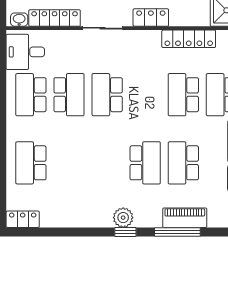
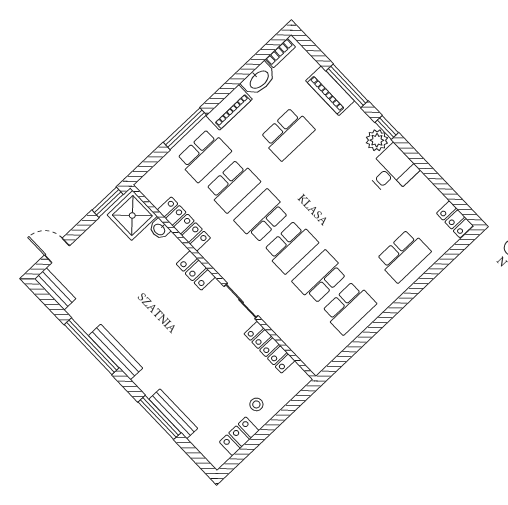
washbasin: (19, 20) -> (160, 229), moved
desk: (25, 52) -> (392, 170), moved, turned -90
school desk: (145, 163) -> (262, 216), moved

